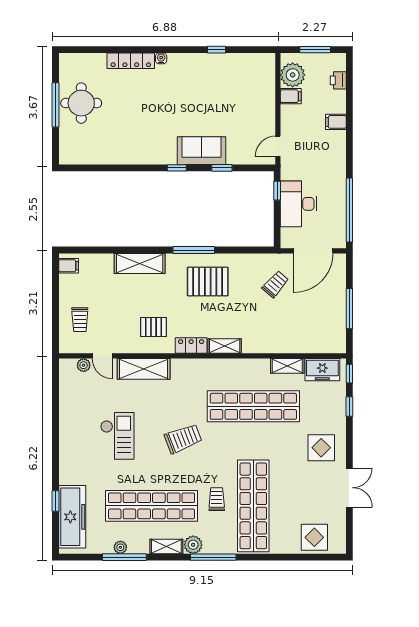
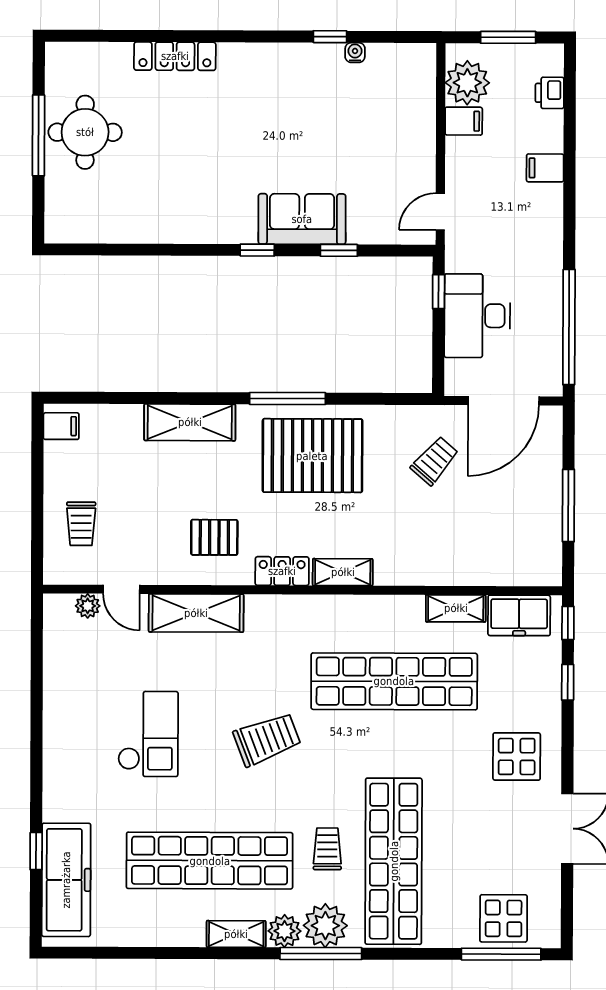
water cooler: (161, 58) -> (355, 53), moved
pallet: (208, 282) -> (312, 456), width x1.37, depth x1.41
plant: (120, 547) -> (325, 926), moved, width x1.88, depth x1.88
window: (124, 557) -> (501, 954), moved

